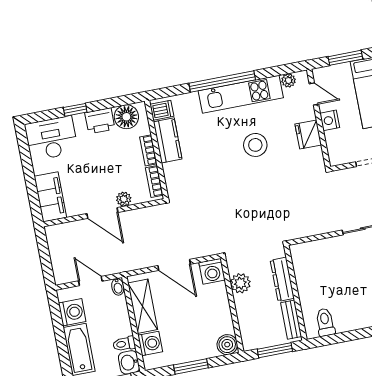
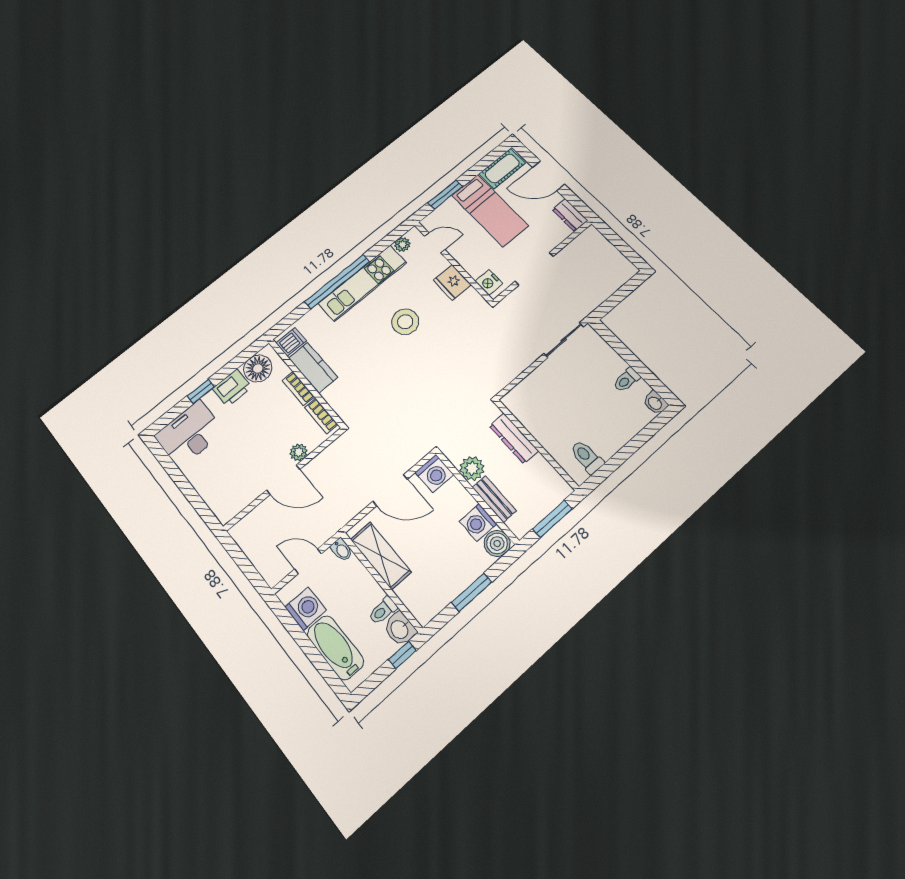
nightstand: (330, 120) -> (489, 282), moved
filing cabinet: (50, 197) -> (218, 495), removed
bench: (291, 320) -> (494, 499), moved
washing machine: (150, 343) -> (478, 522), moved, turned 180

